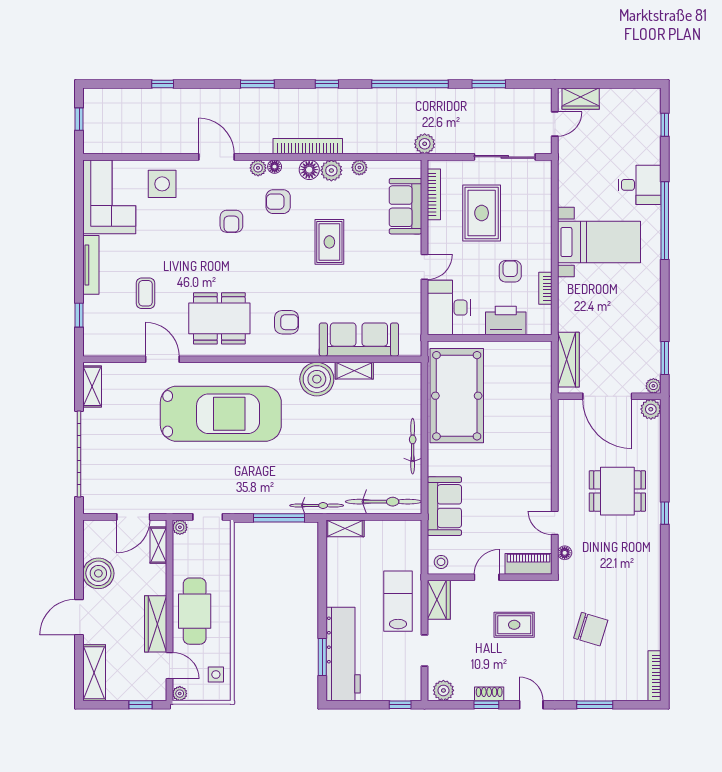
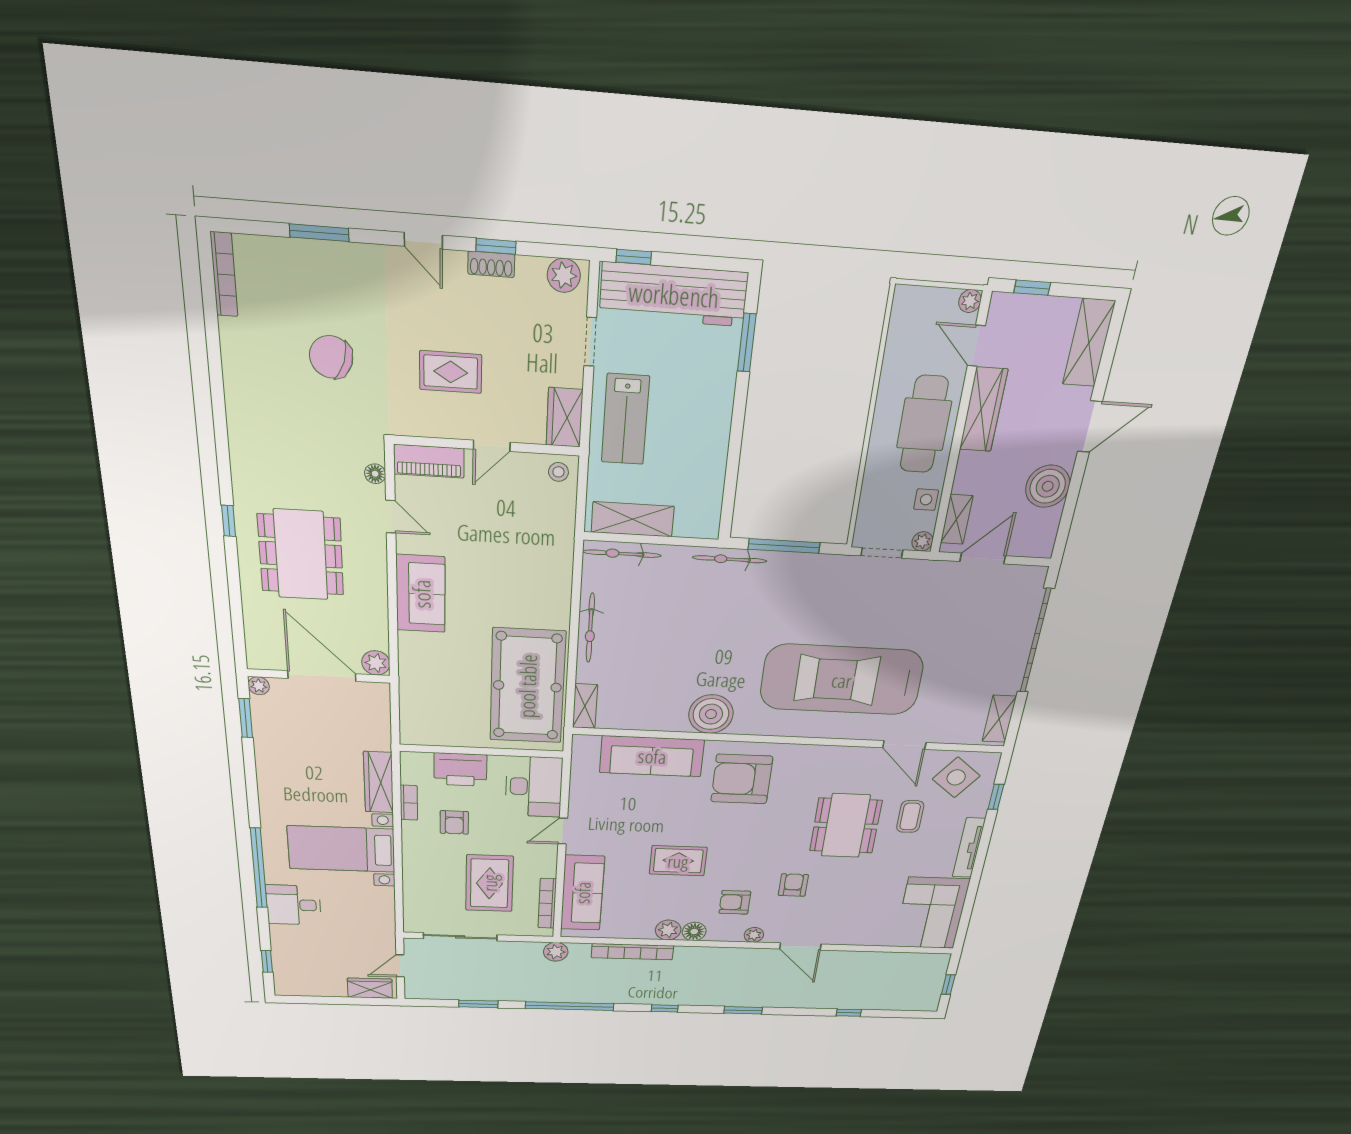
bookcase: (308, 146) -> (632, 952), moved
floor lamp: (275, 167) -> (734, 936), removed
plant: (359, 167) -> (635, 932), removed
side table: (162, 184) -> (956, 777), moved, turned 38
armchair: (278, 202) -> (735, 902), turned 180
sofa: (405, 206) -> (582, 893), width x1.36
rug: (329, 242) -> (678, 861), turned 90
dining table: (219, 318) -> (846, 826), moved, turned 90
armchair: (286, 322) -> (742, 779), width x1.88, depth x1.88
wardrobe: (568, 360) -> (379, 782), moved
shelving: (354, 371) -> (585, 706), moved, turned 90
plant: (651, 409) -> (376, 663), moved
dining table: (617, 491) -> (301, 555), width x1.38
bicycle: (383, 502) -> (622, 554), width x0.73, depth x0.71
sofa: (444, 506) -> (421, 594), moved, turned 180
shelving: (345, 528) -> (633, 519), moved, width x1.50, depth x1.33
workbench: (343, 654) -> (674, 294), moved, turned -90
side table: (216, 675) -> (926, 500), moved

